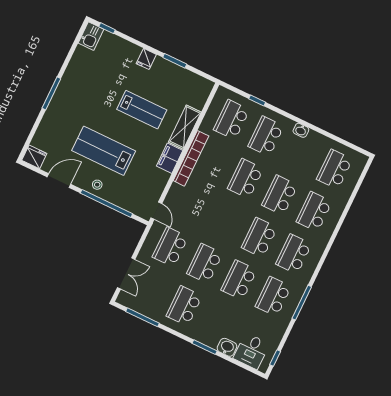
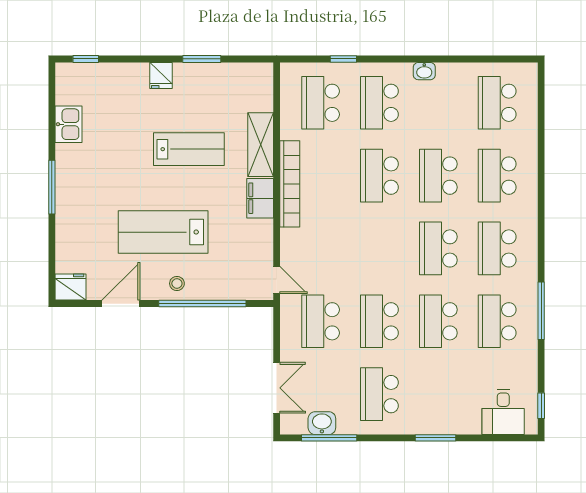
kitchen sink: (91, 36) -> (69, 124), moved
washbasin: (227, 347) -> (322, 423), moved

